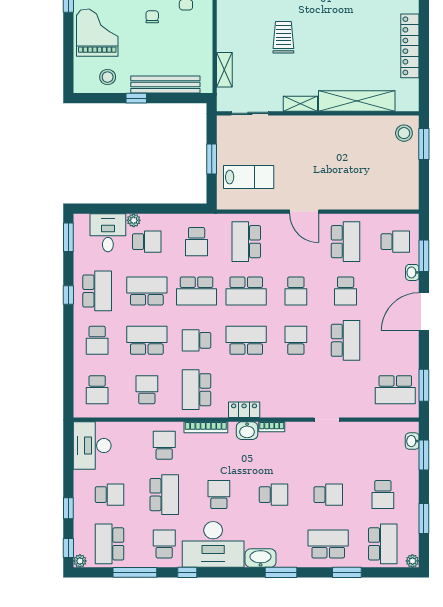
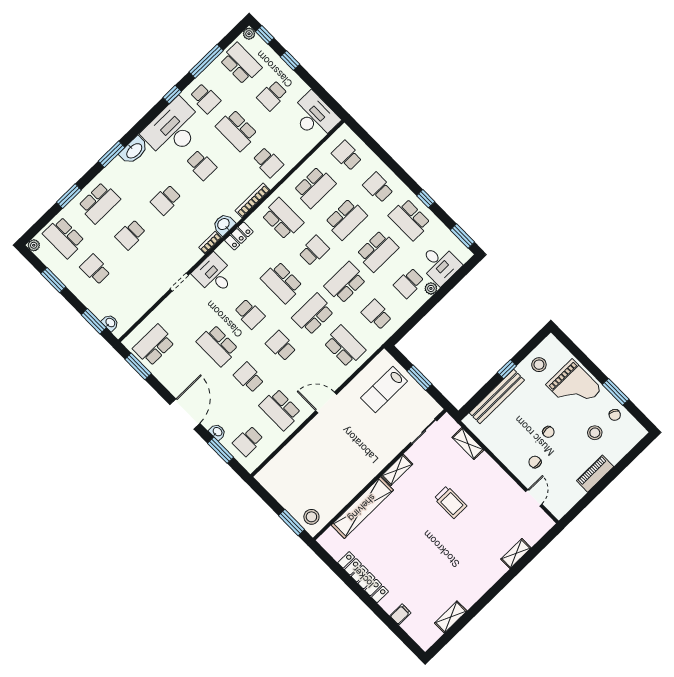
school desk: (246, 340) -> (282, 282), turned 90
school desk: (147, 390) -> (315, 187), width x1.85
desk: (293, 399) -> (214, 275), added

